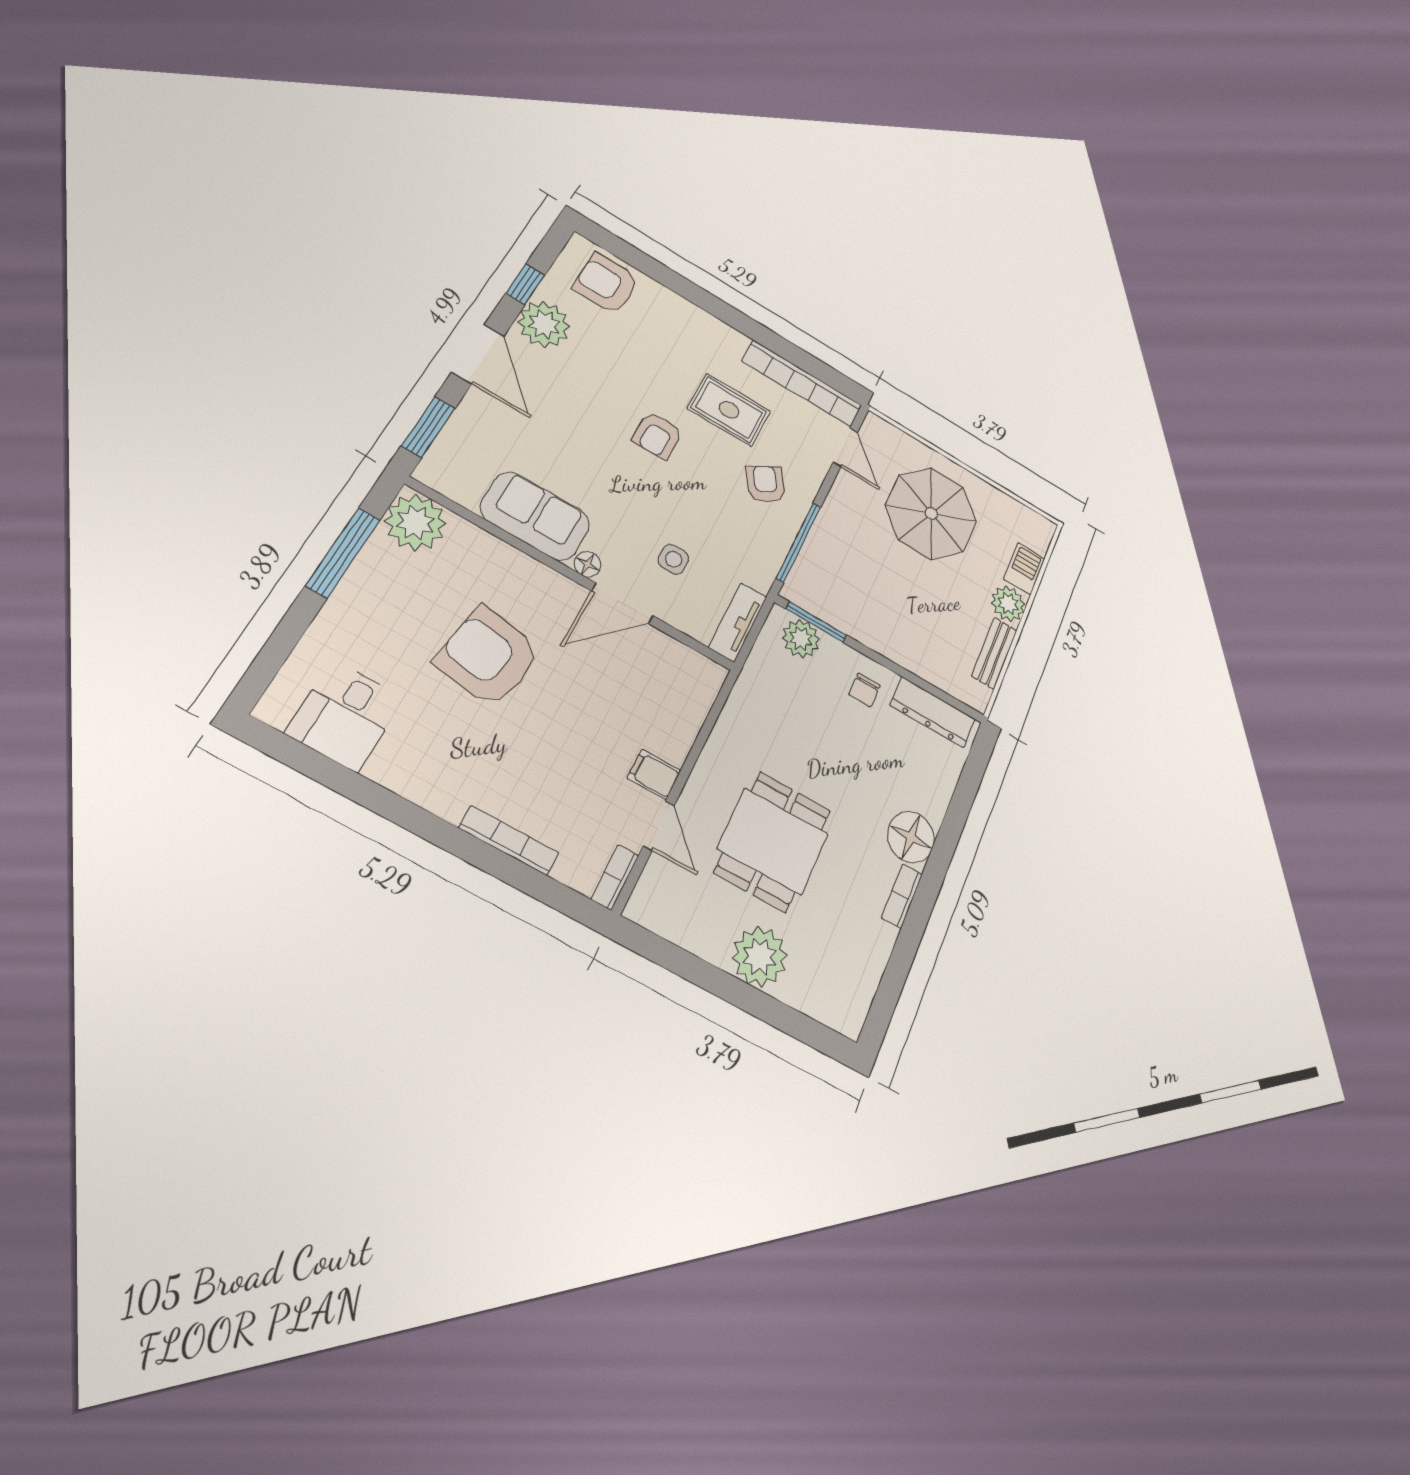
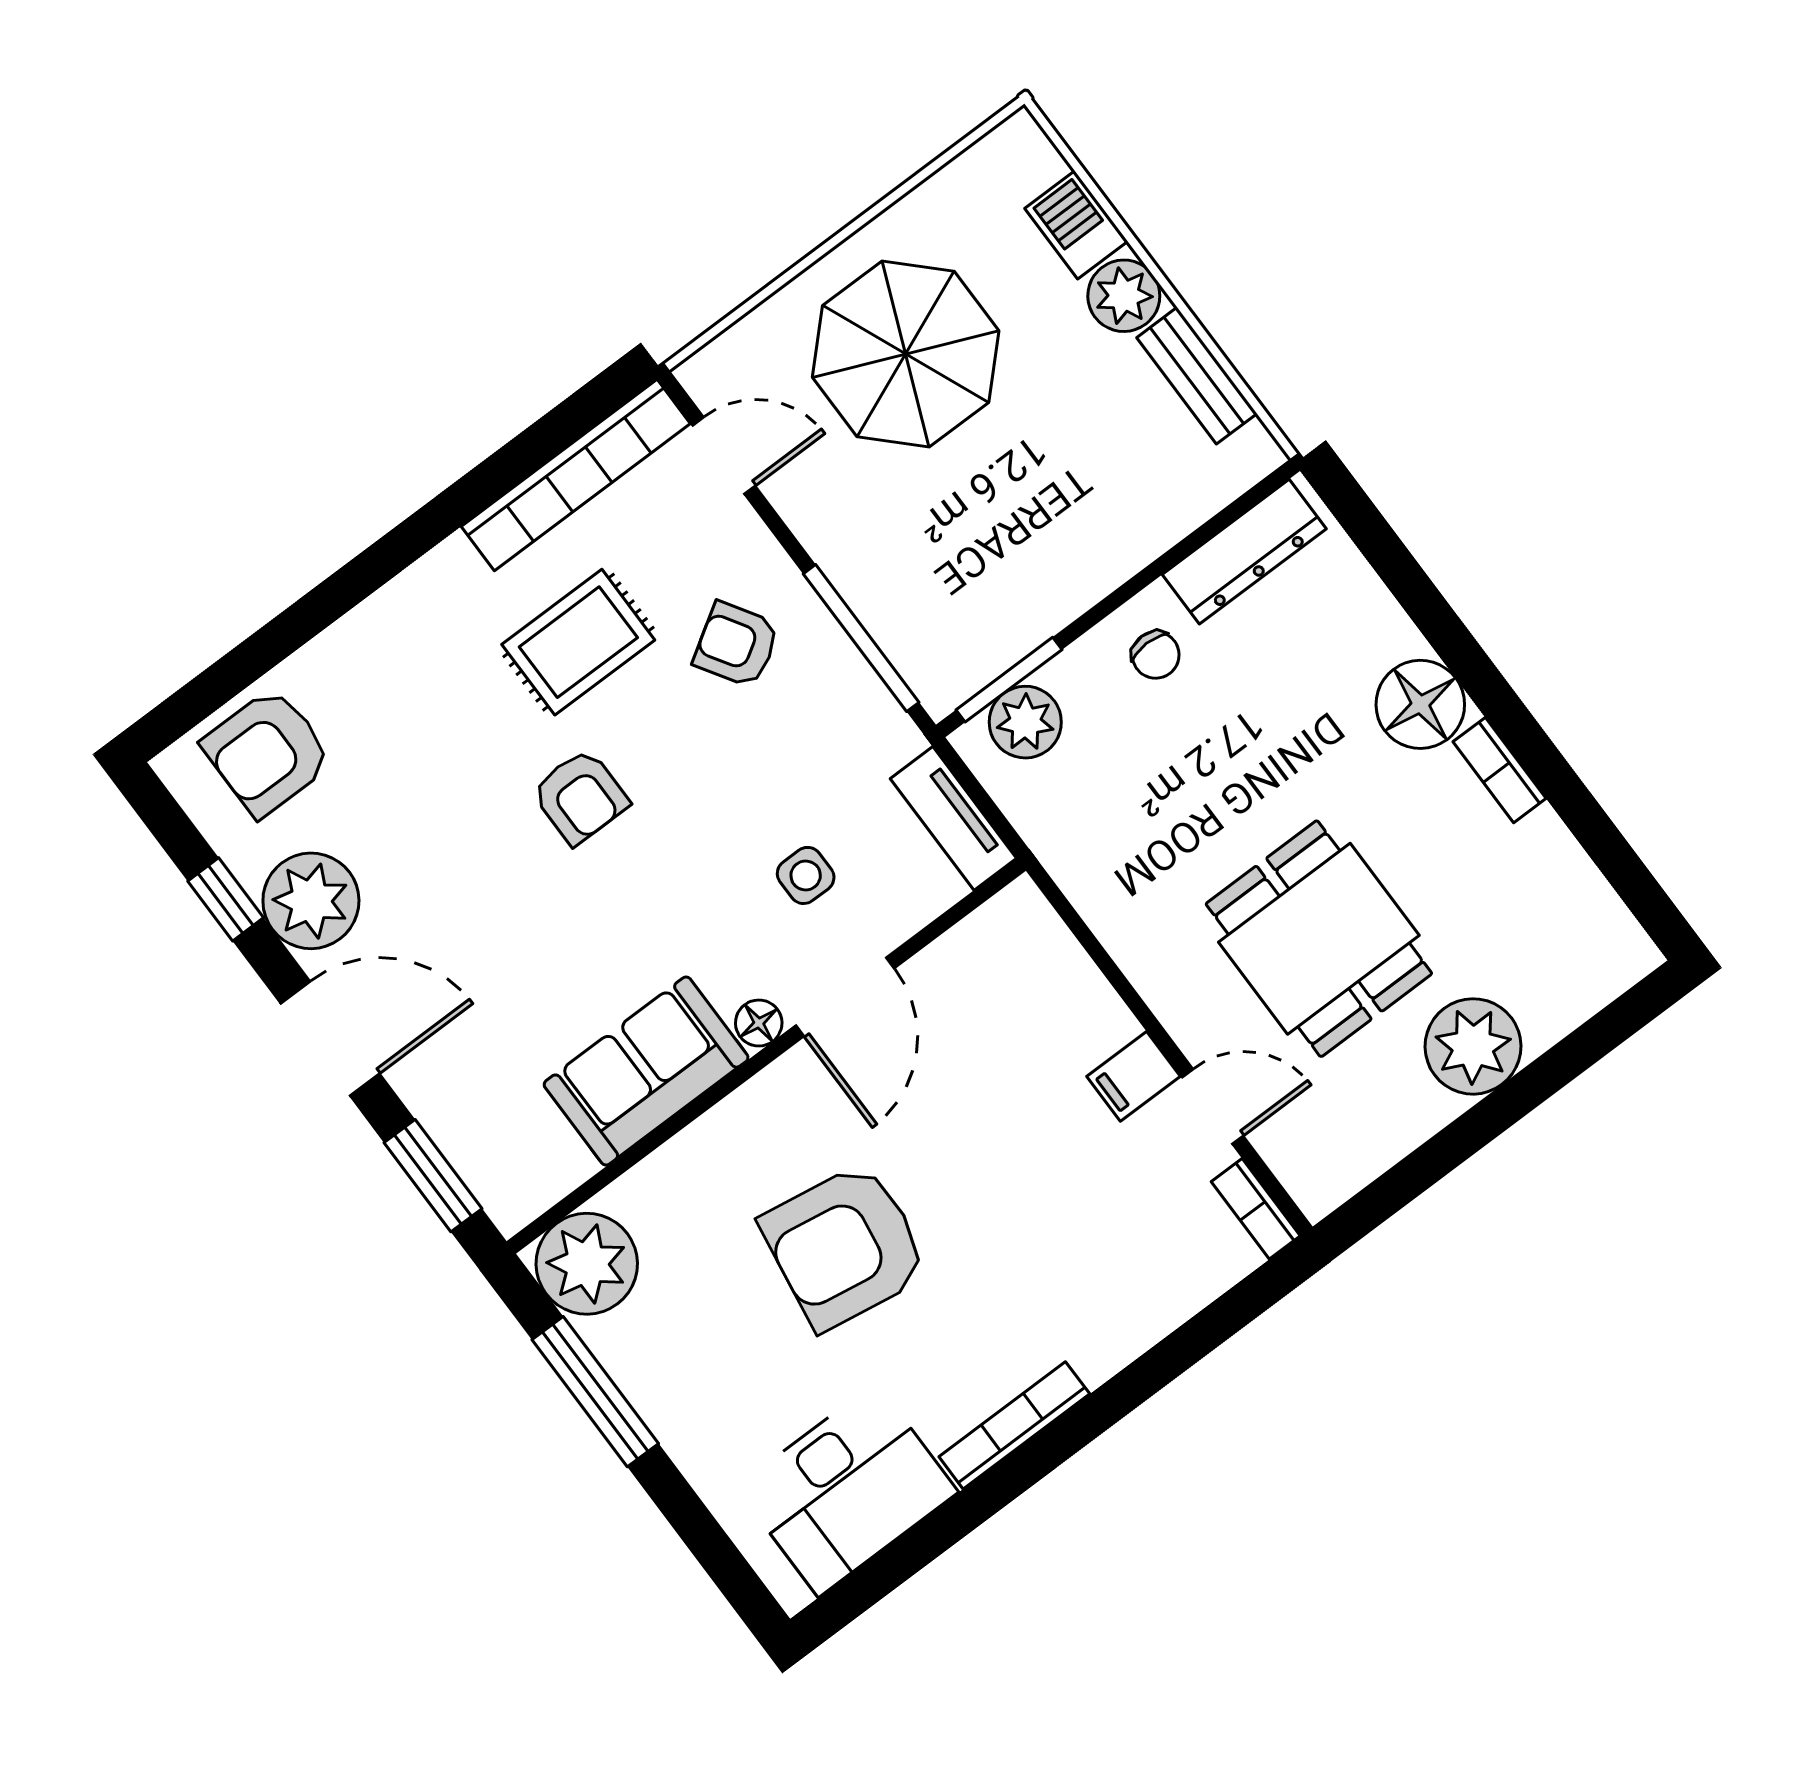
desk: (345, 716) -> (847, 1490), width x1.37
bookcase: (509, 840) -> (1014, 1425), moved

